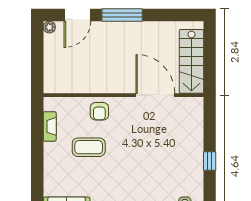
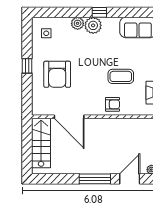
armchair: (99, 111) -> (112, 104), turned 90
armchair: (171, 150) -> (57, 74), added

